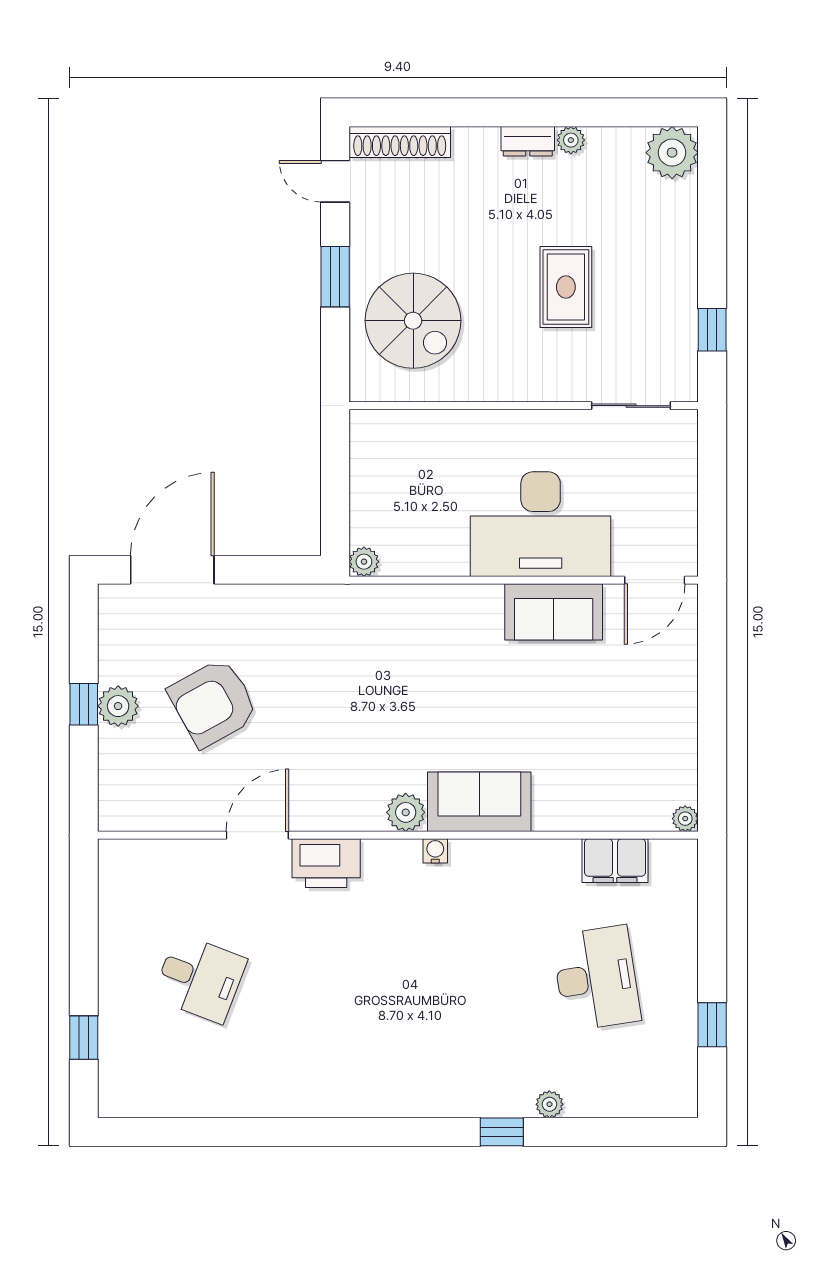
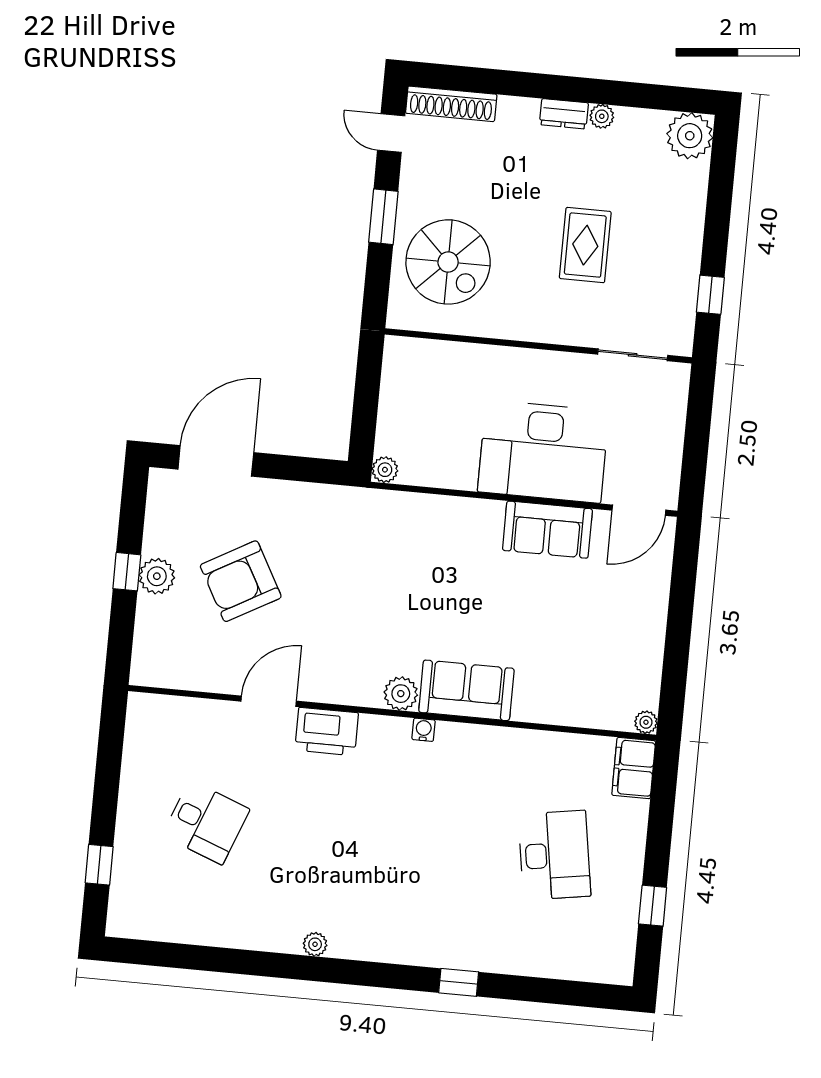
filing cabinet: (615, 861) -> (634, 768), moved, turned 90
plant: (549, 1104) -> (315, 944), moved

